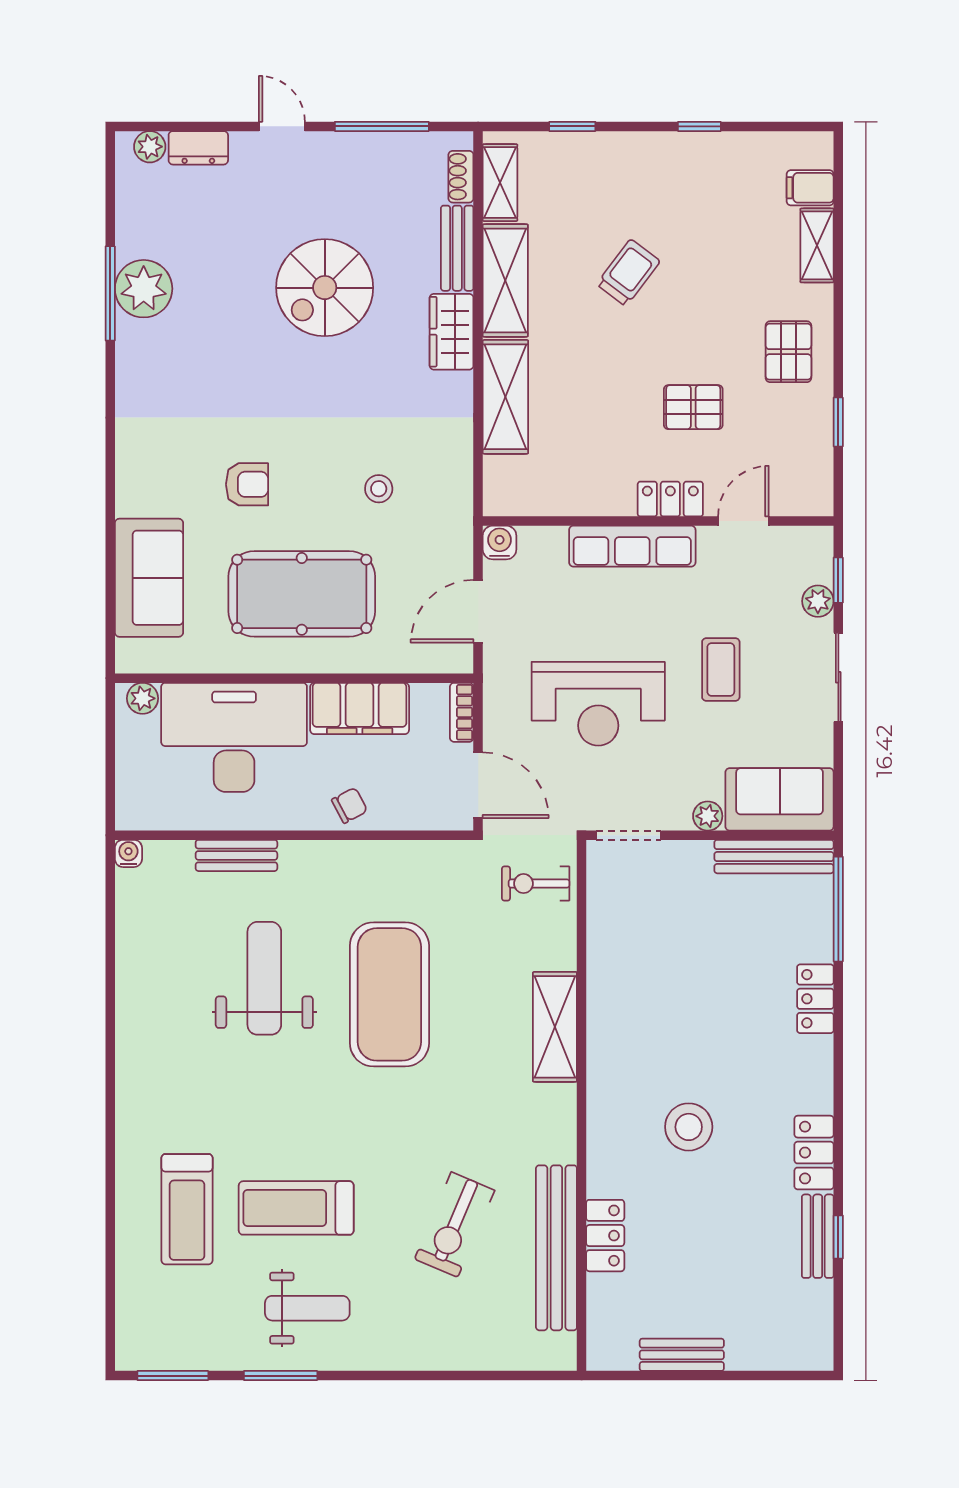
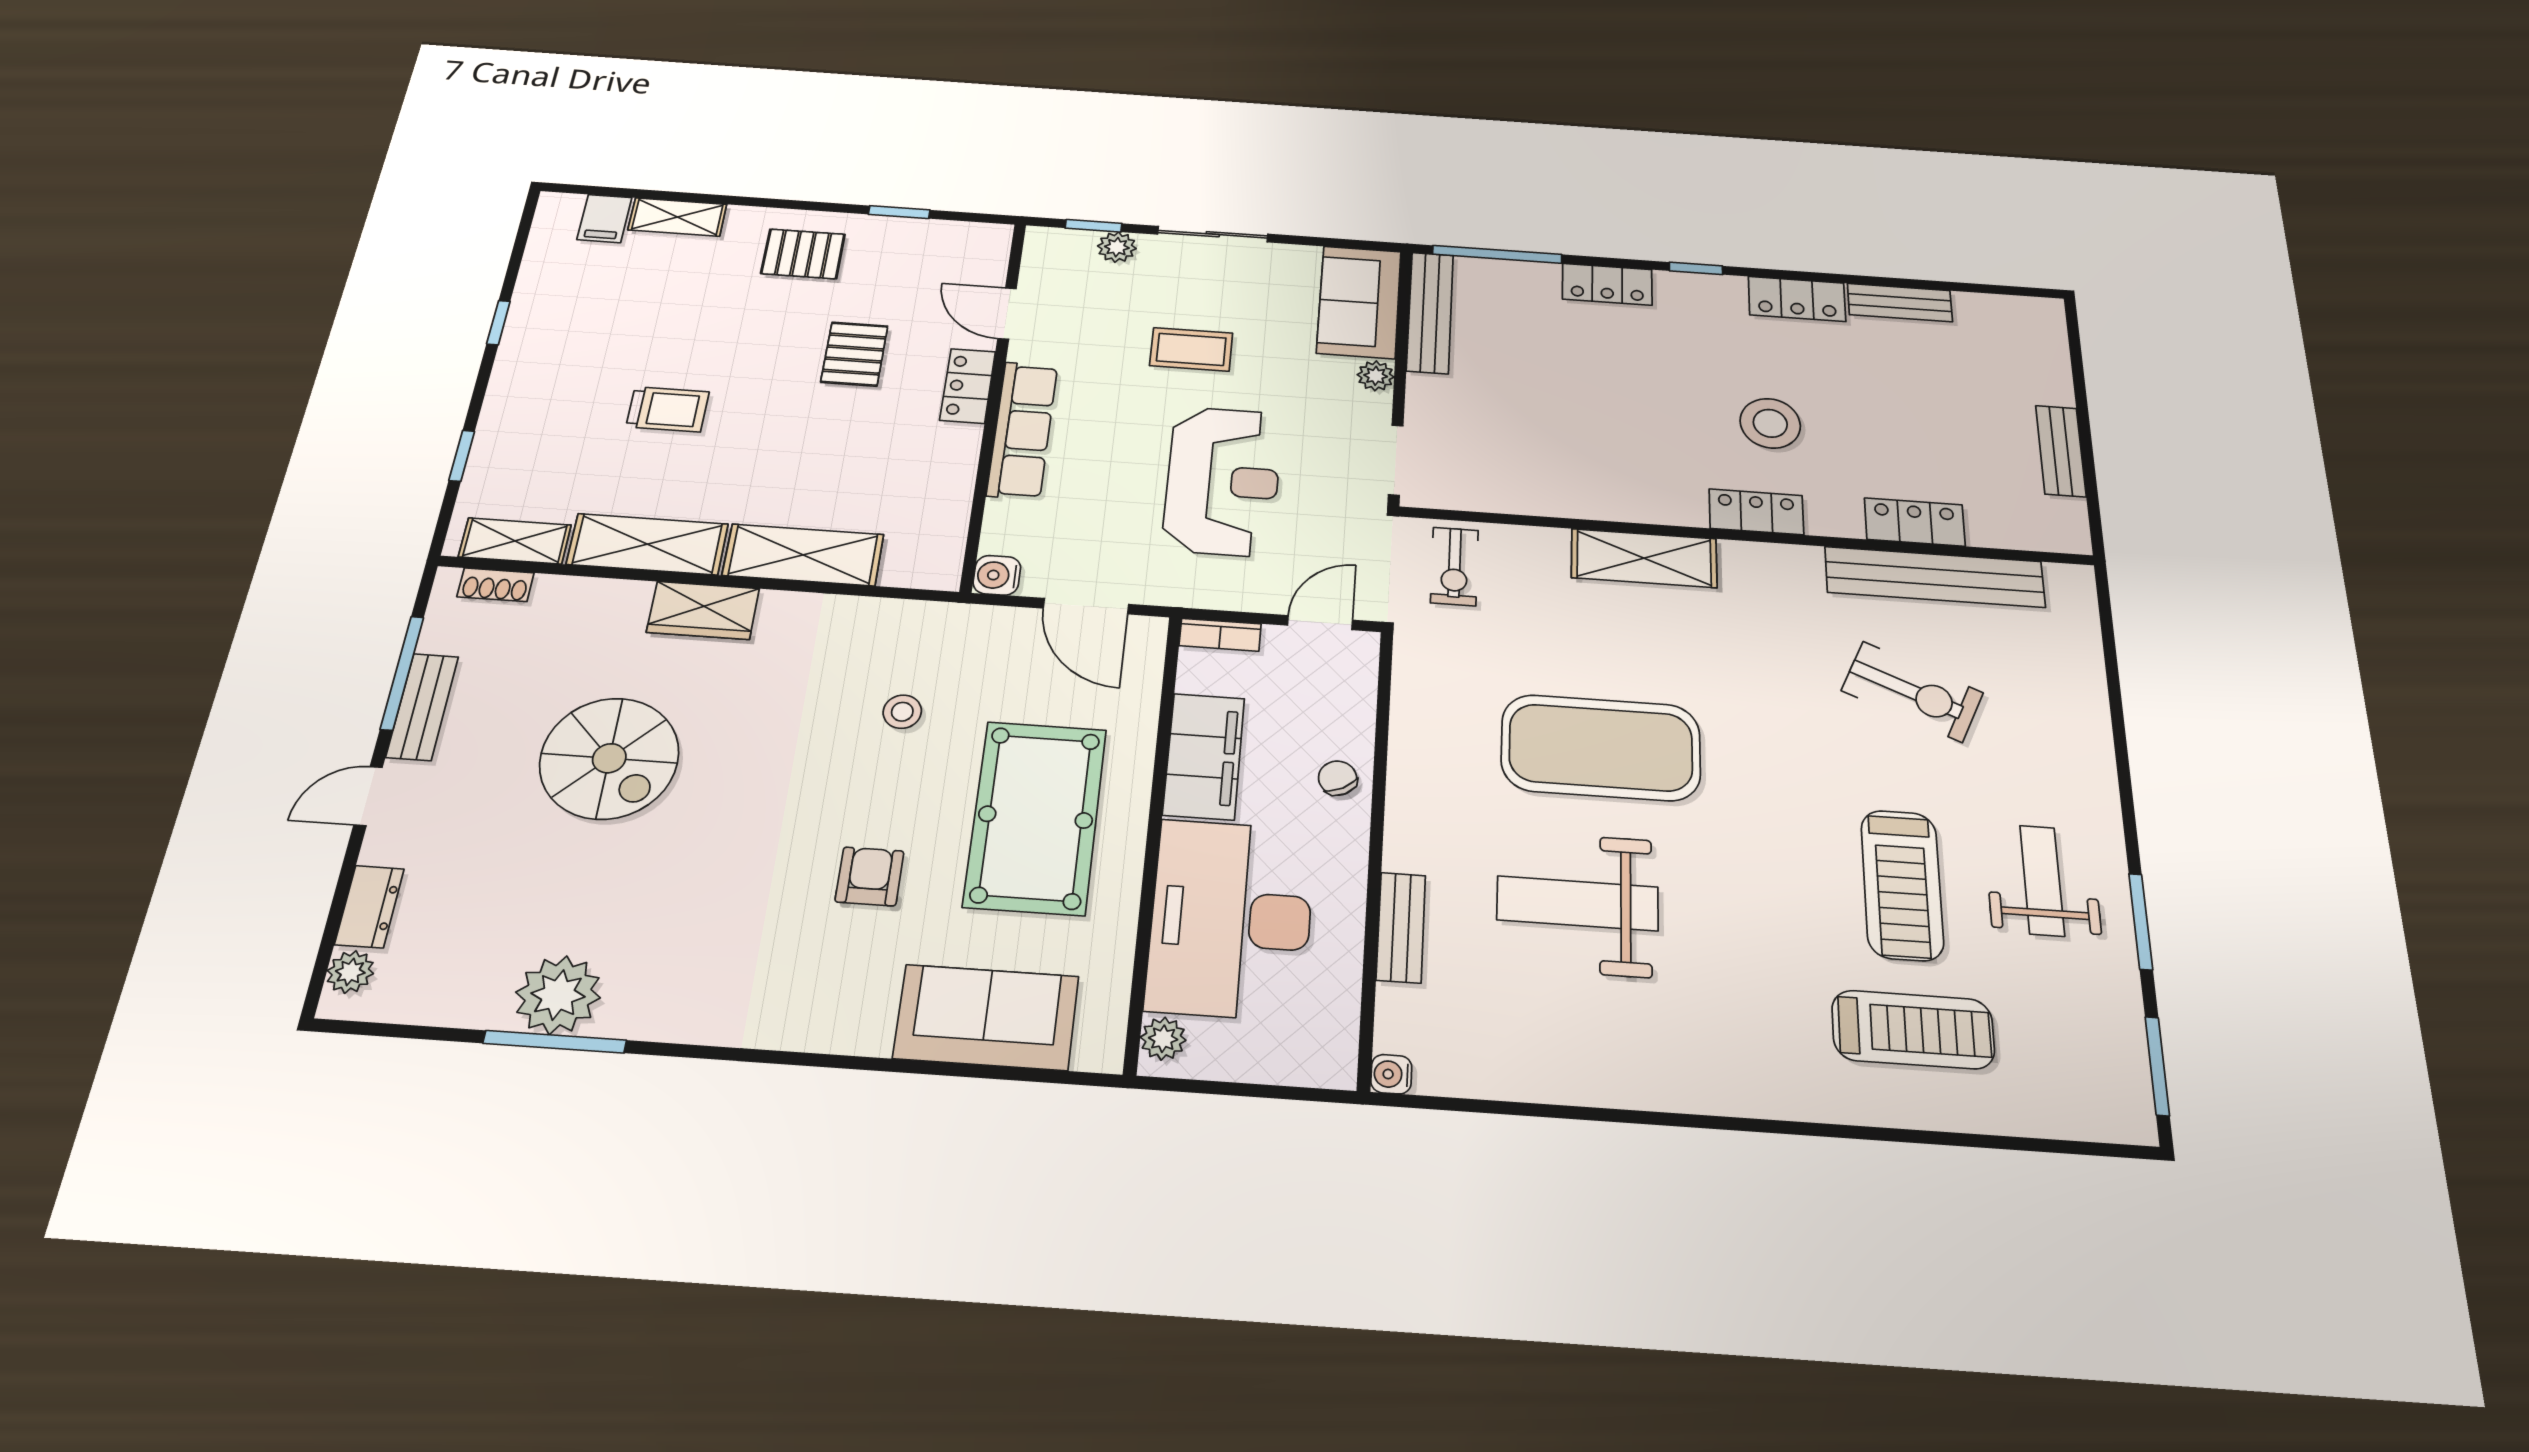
bench: (457, 248) -> (422, 707), moved, turned 90
trolley: (628, 273) -> (668, 409), turned 143
door: (478, 785) -> (1320, 623), width x0.73
locker: (604, 1114) -> (1756, 512), added
window: (838, 1237) -> (1696, 268), moved

